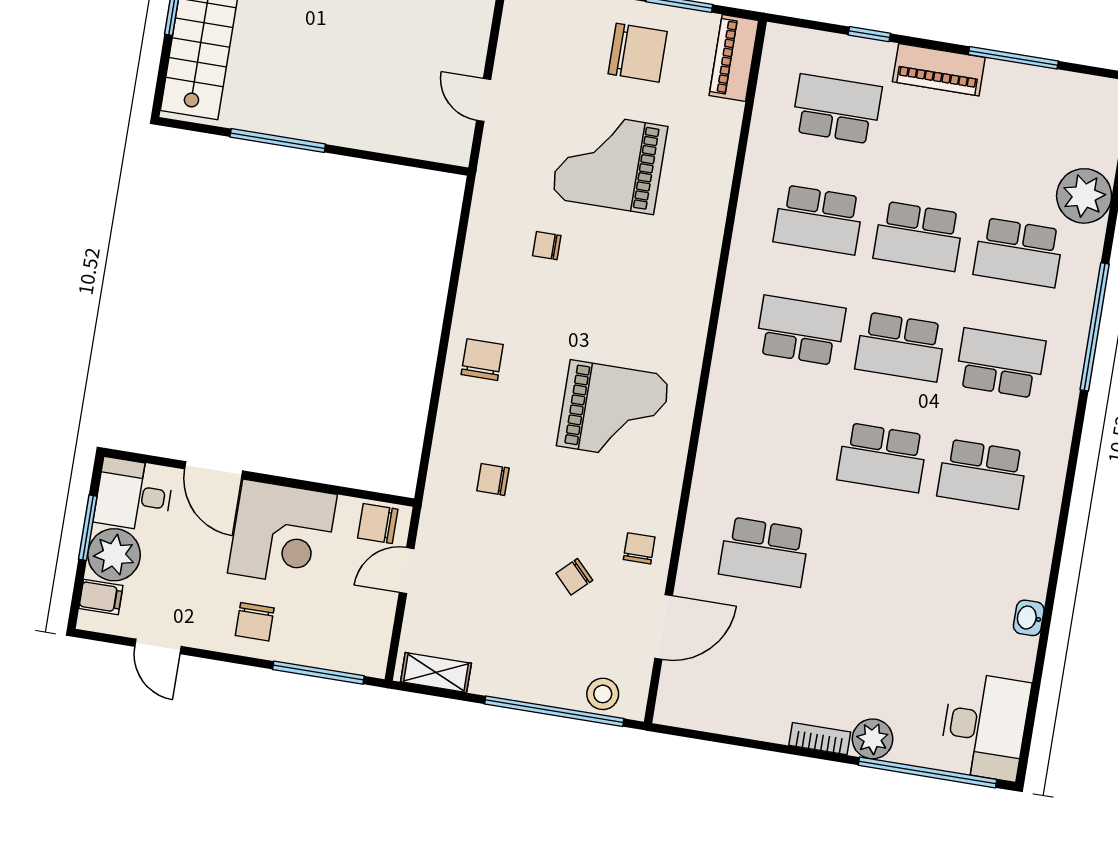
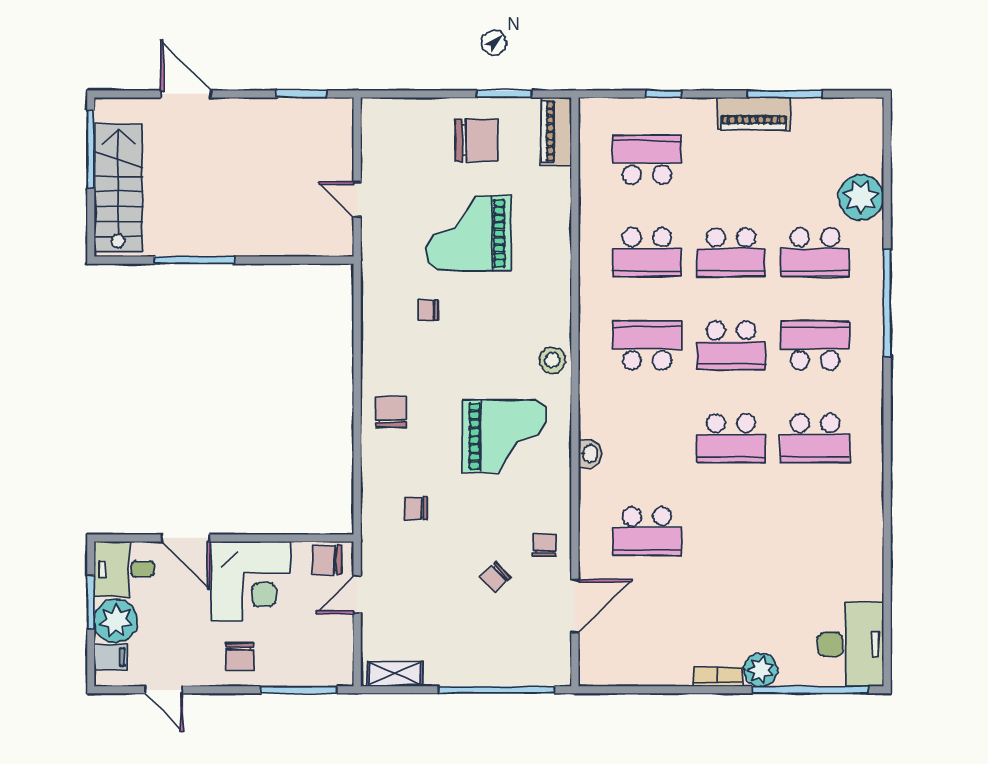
piano: (939, 70) -> (754, 114), moved
washbasin: (1029, 618) -> (590, 454), moved, turned 180
stool: (603, 694) -> (552, 360), moved

